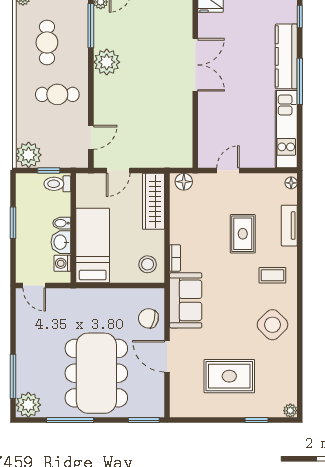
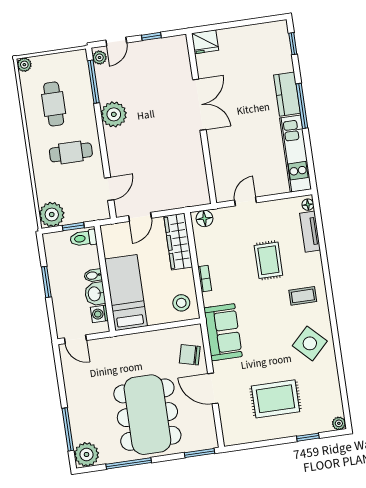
kitchen counter: (286, 56) -> (287, 94), width x0.67
tv unit: (289, 226) -> (310, 232), moved
bookcase: (175, 258) -> (205, 279), moved

